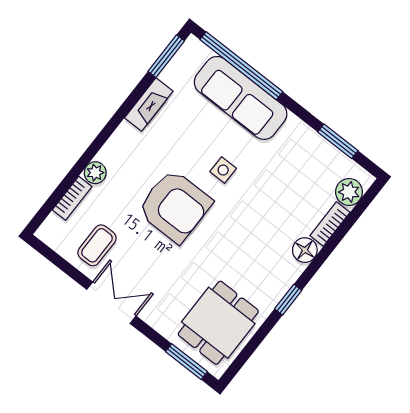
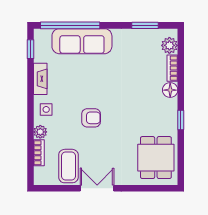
window: (166, 56) -> (30, 49), width x0.67
side table: (223, 170) -> (46, 109), moved
armchair: (175, 206) -> (91, 118), width x0.53, depth x0.53
coffee table: (97, 245) -> (68, 166), width x1.36, depth x1.30
window: (186, 362) -> (155, 188), removed

